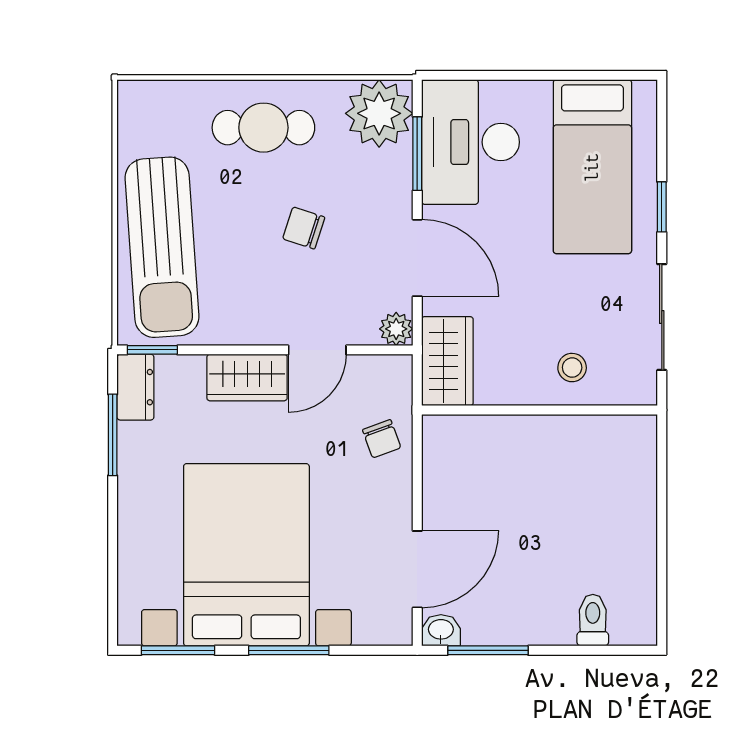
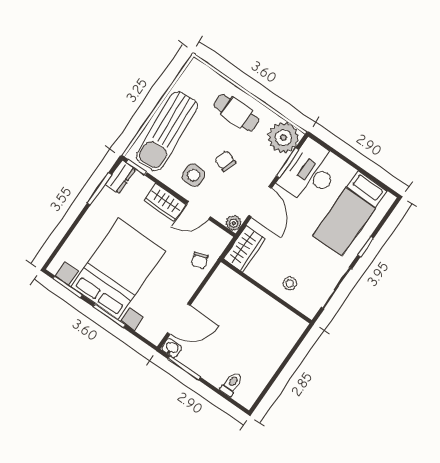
side table: (265, 293) -> (194, 175), added

